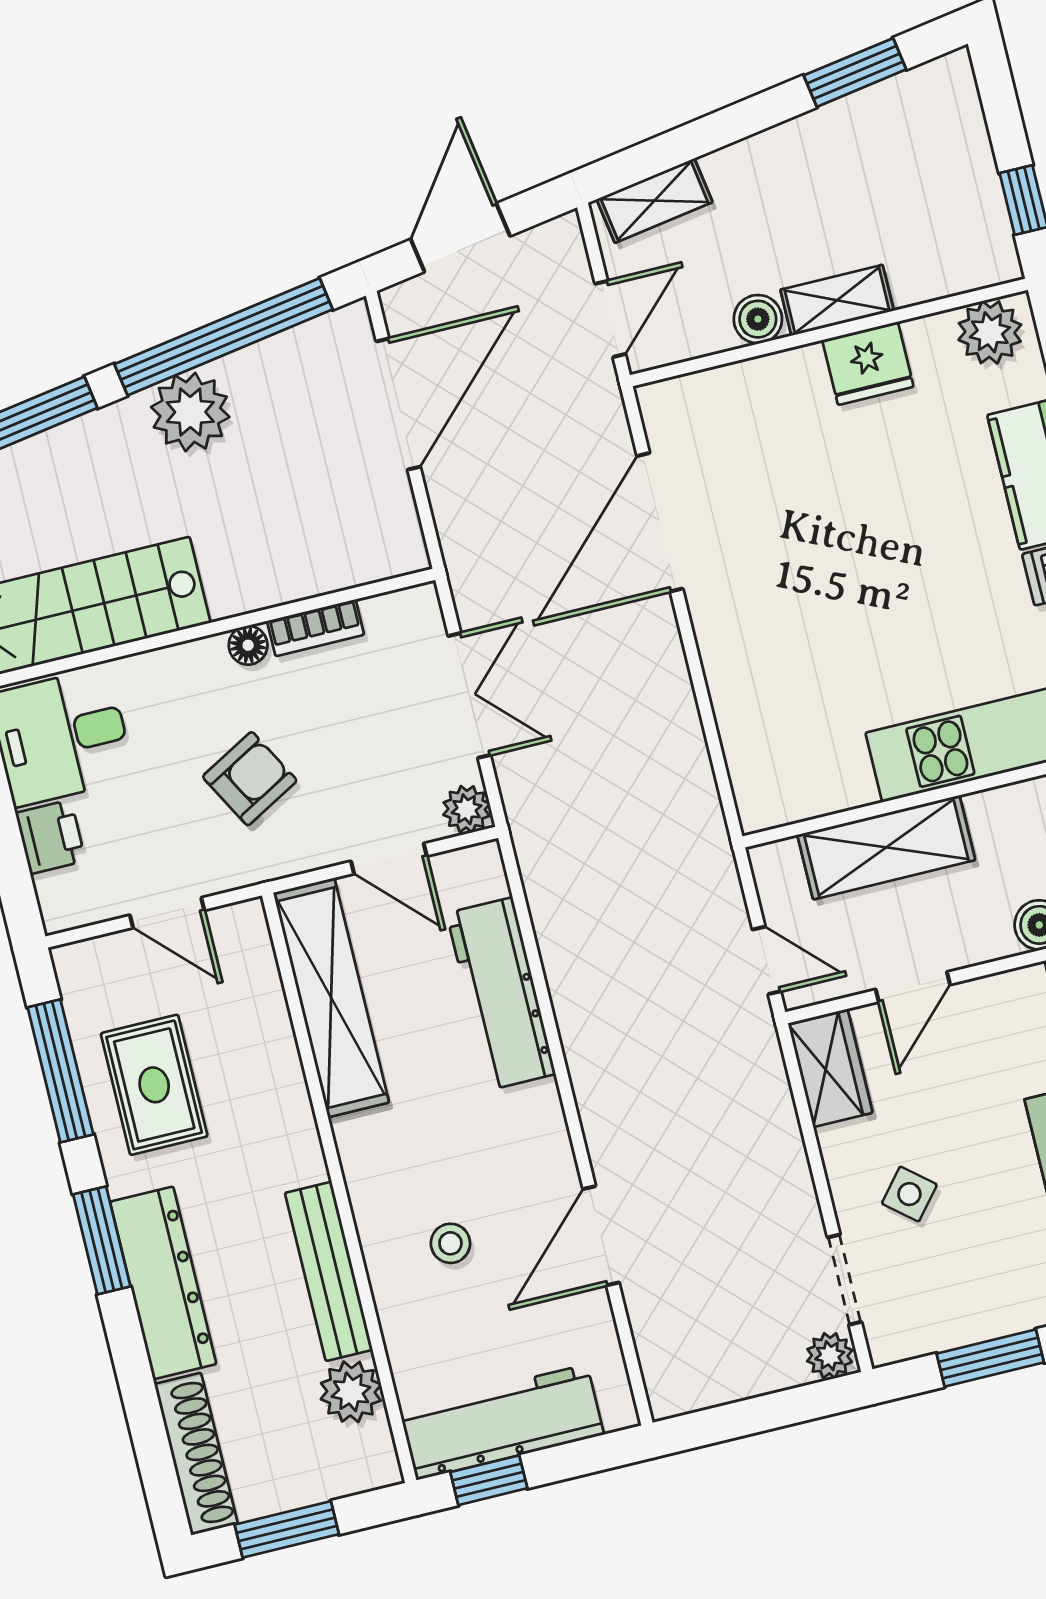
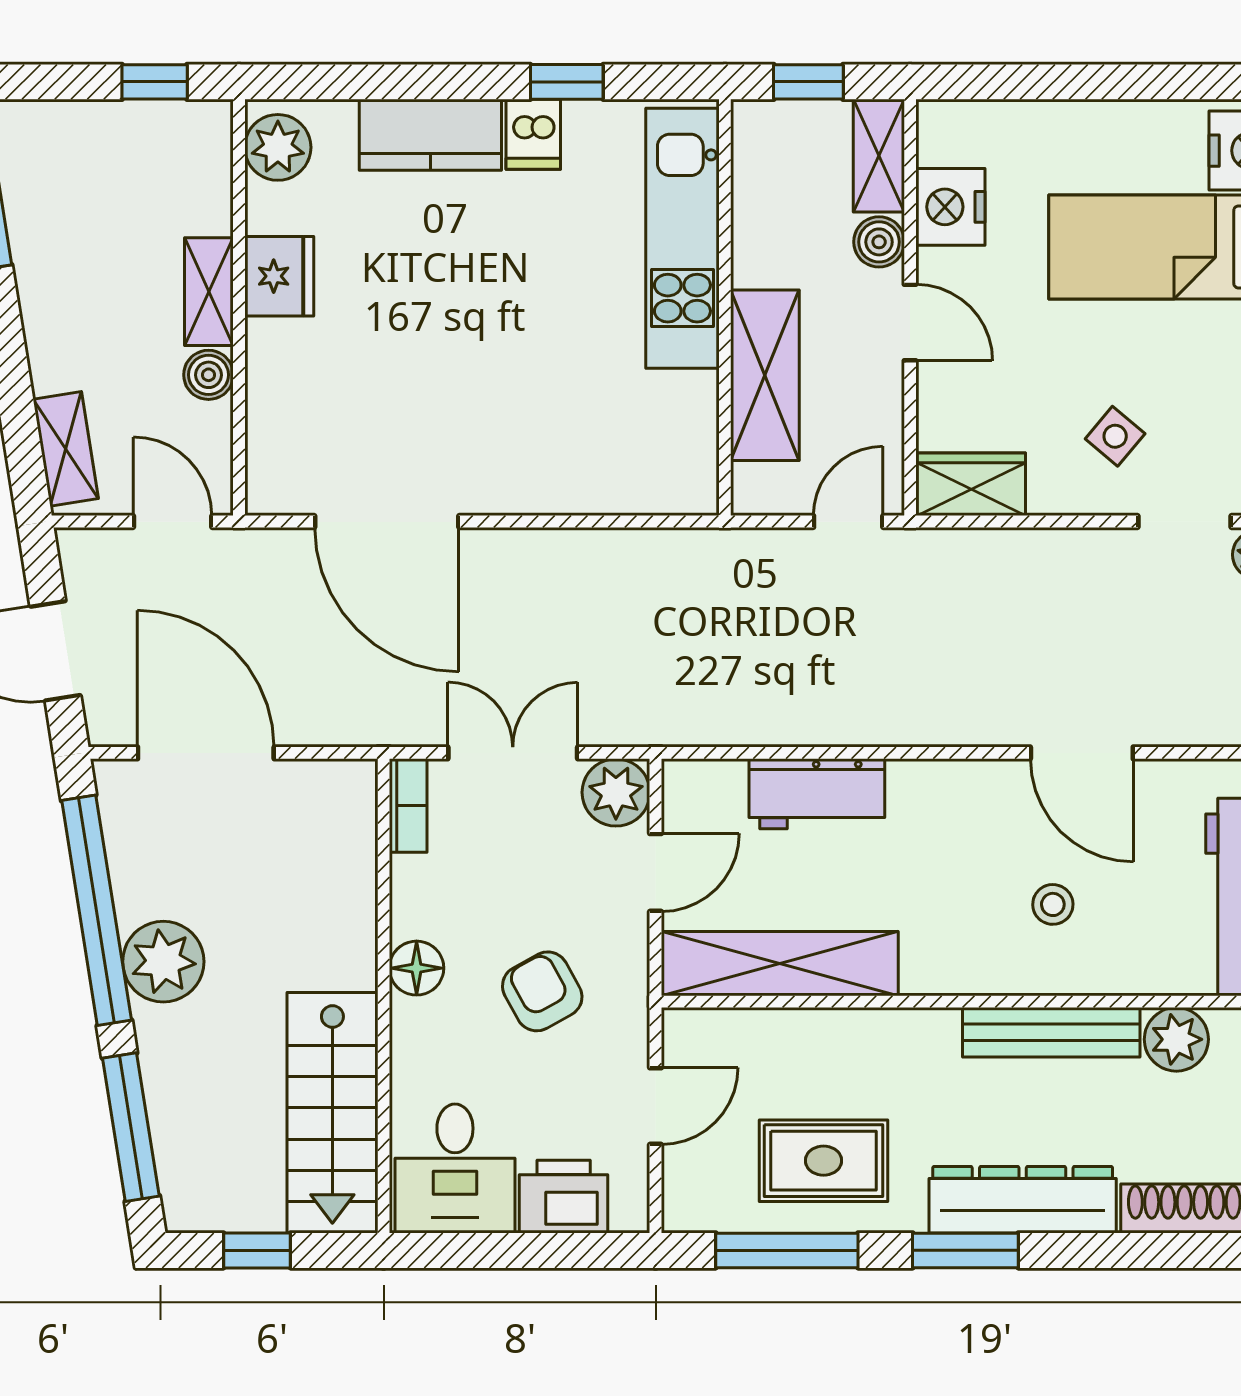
bookcase: (315, 628) -> (408, 806), moved
floor lamp: (248, 645) -> (417, 968), width x1.37, depth x1.37
plant: (467, 809) -> (616, 792), width x1.38, depth x1.38
printer: (50, 837) -> (564, 1197), width x1.36, depth x1.24
door: (913, 987) -> (910, 322), moved
workbench: (501, 994) -> (817, 794), width x0.73

